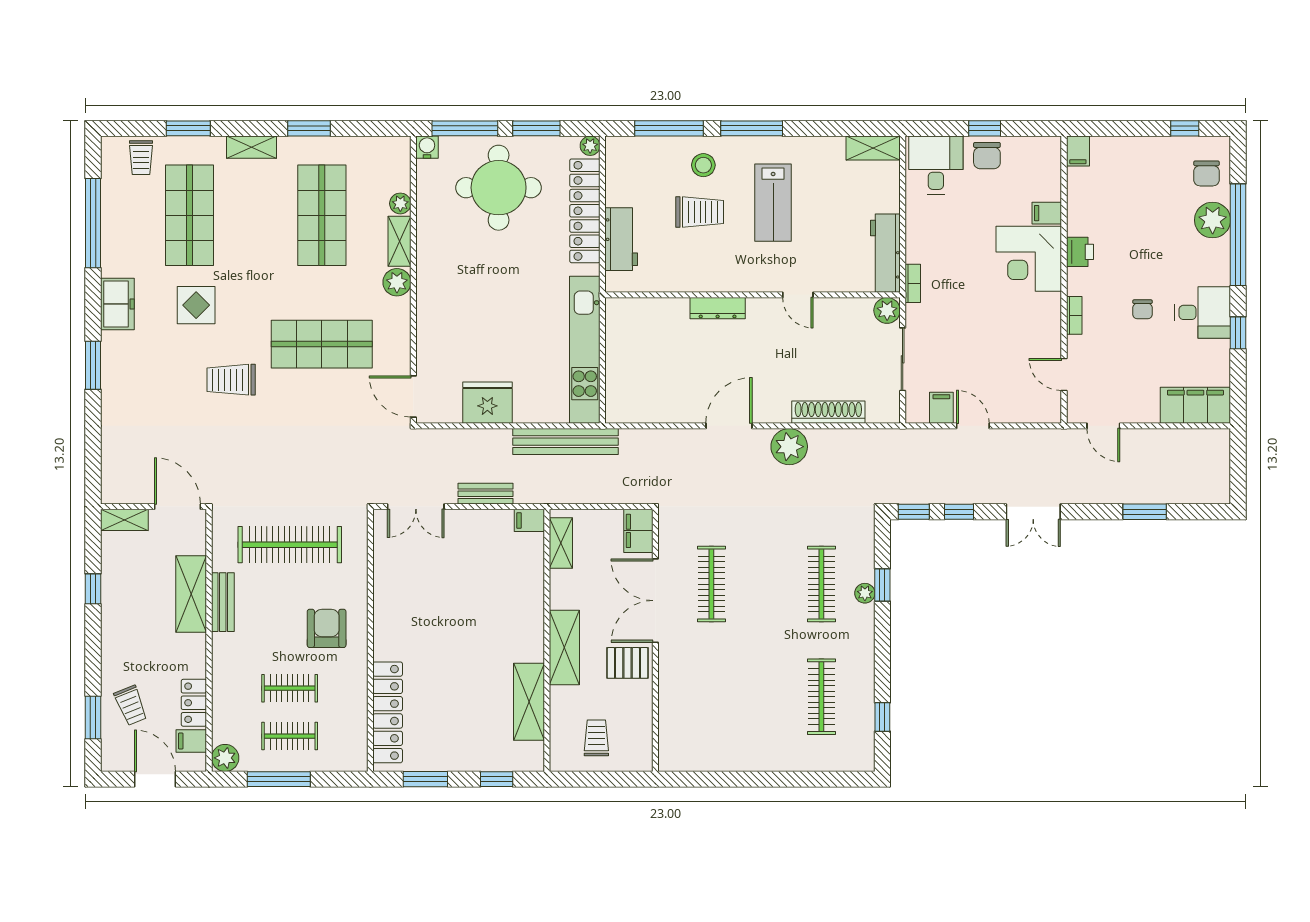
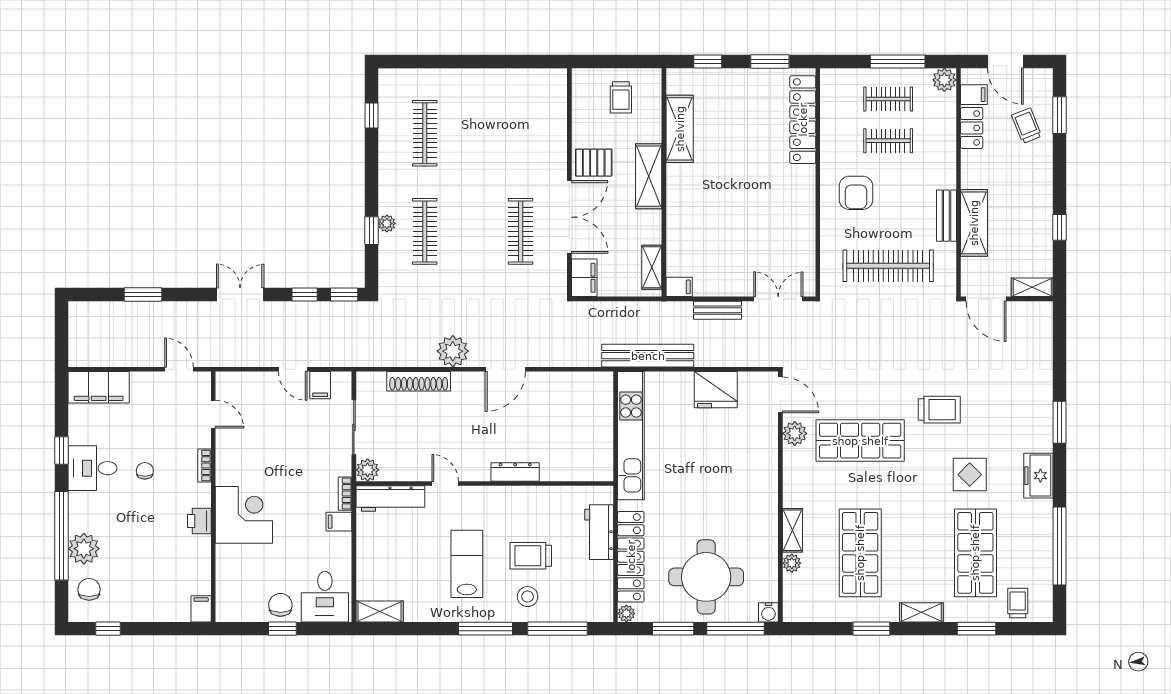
filing cabinet: (1047, 213) -> (339, 522), moved, turned 180
workbench: (885, 253) -> (390, 499), moved, turned 90
plant: (397, 282) -> (795, 433), moved

